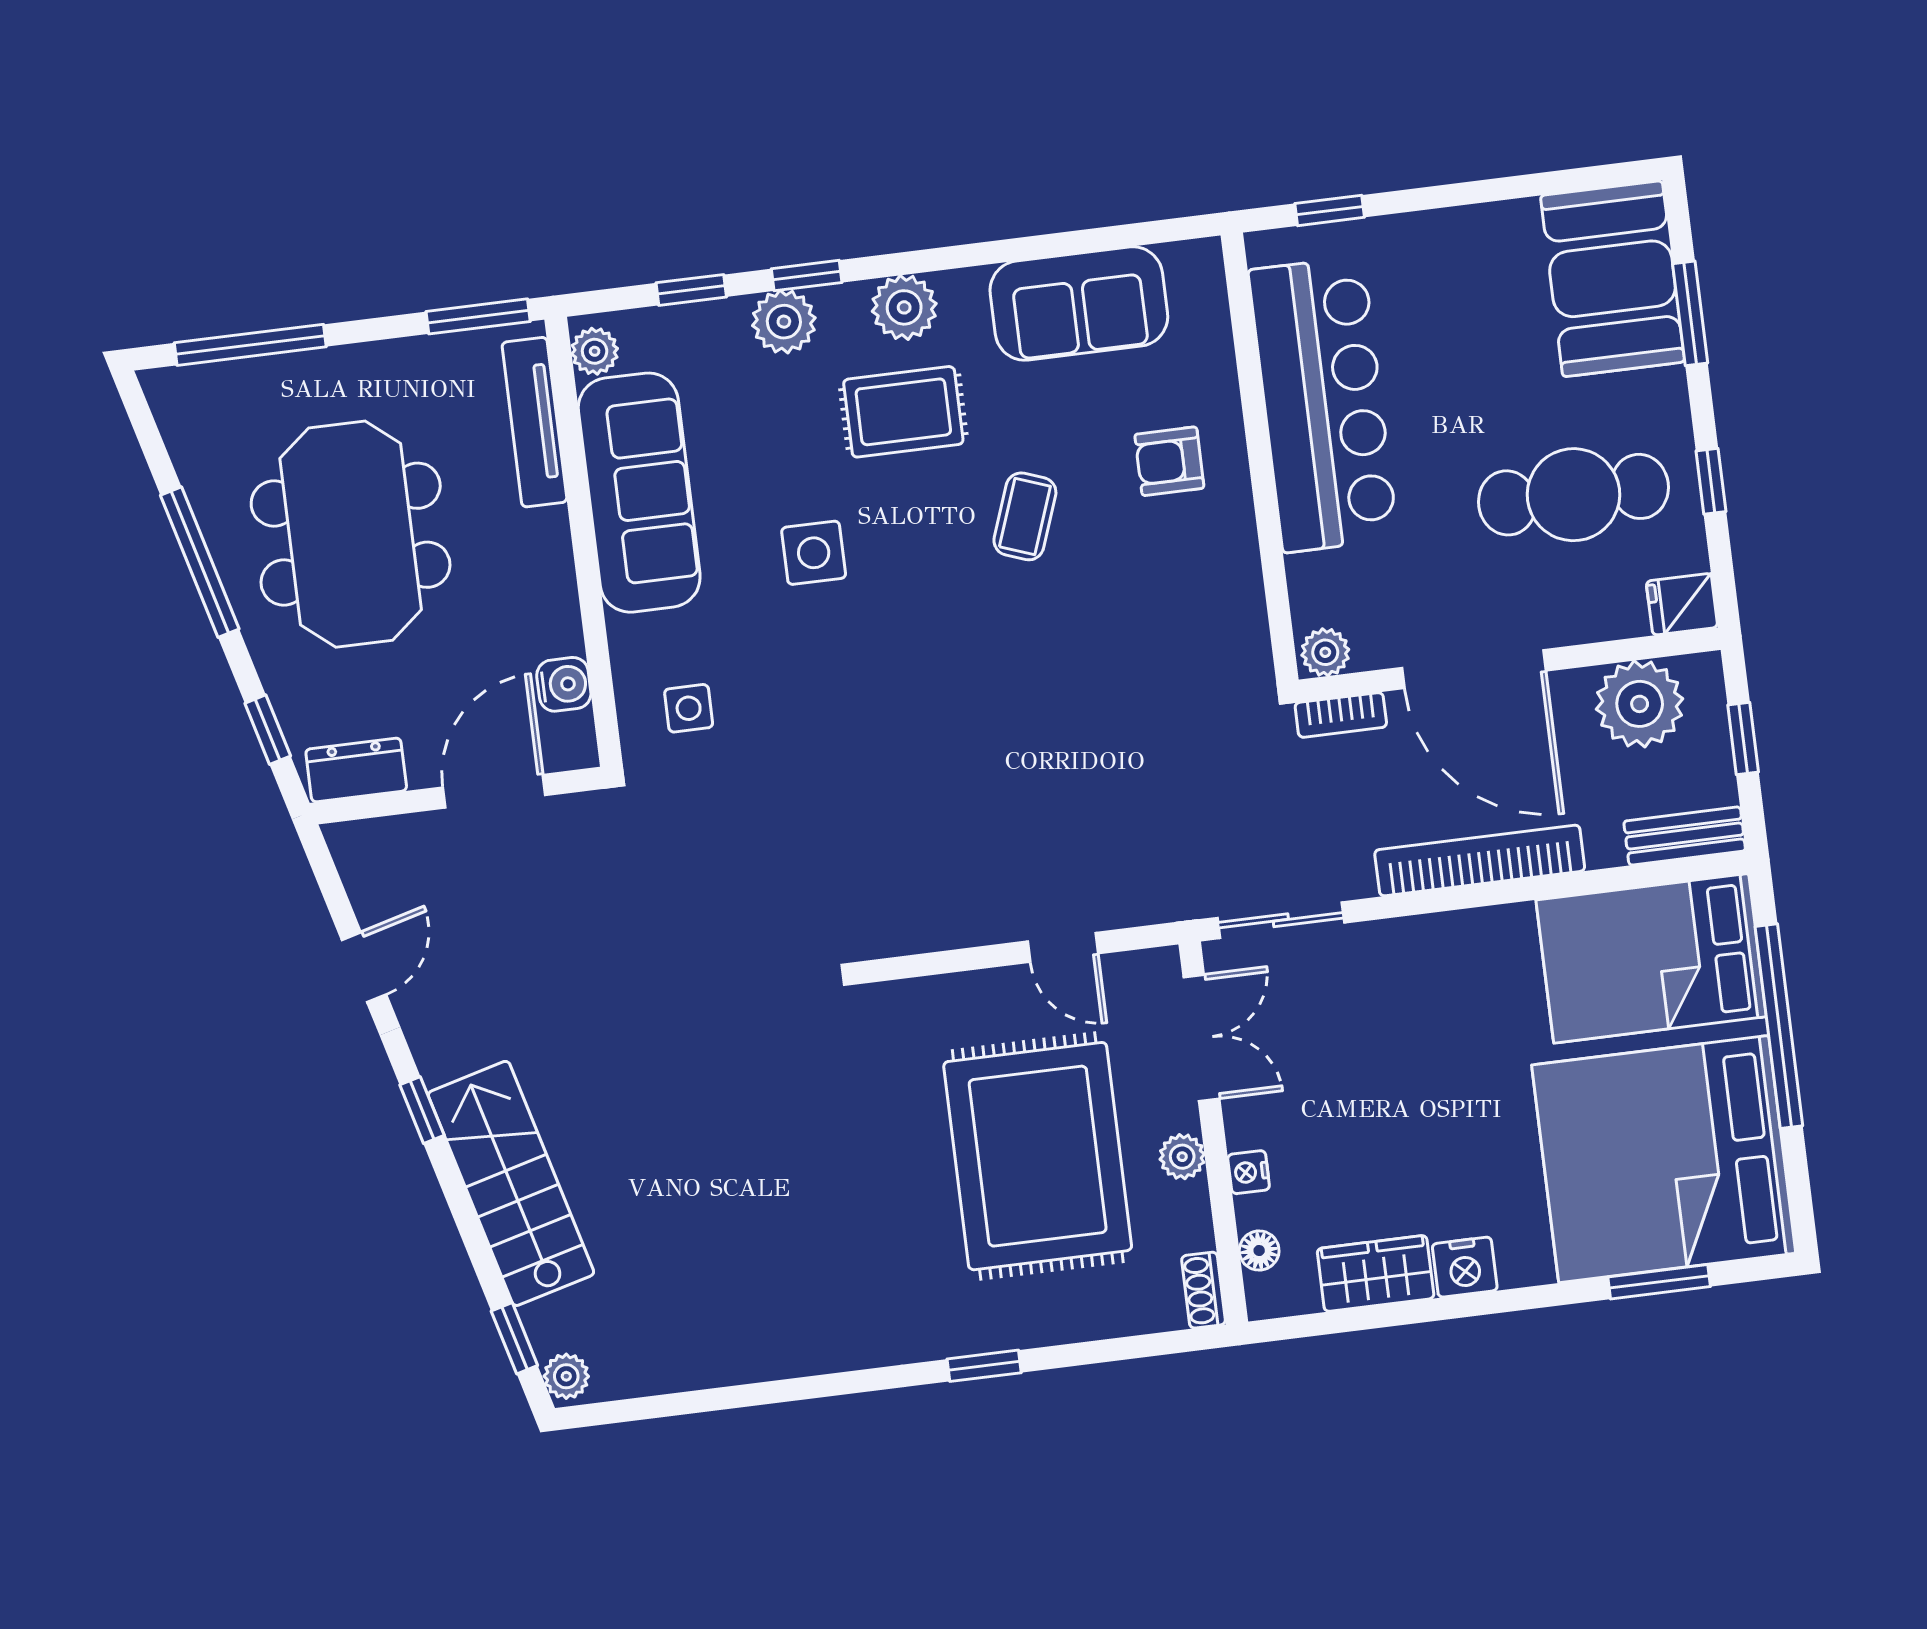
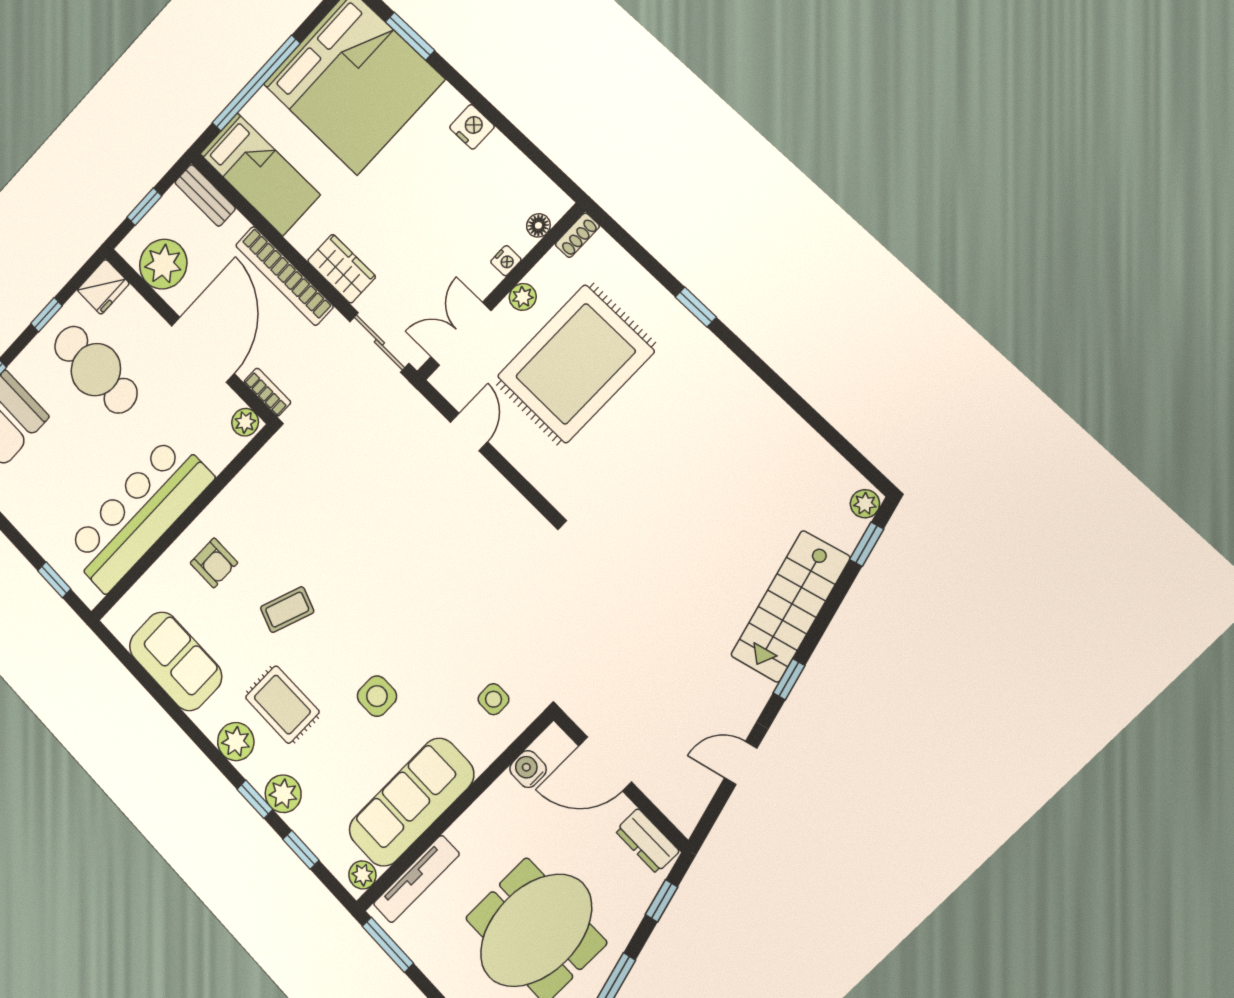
fridge: (1682, 604) -> (103, 287), width x1.38
bed: (1651, 958) -> (260, 174), width x0.67
wardrobe: (1376, 1273) -> (342, 269), moved, turned 180

